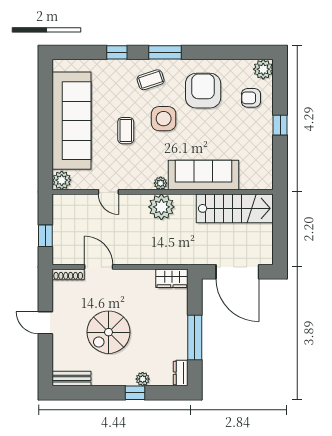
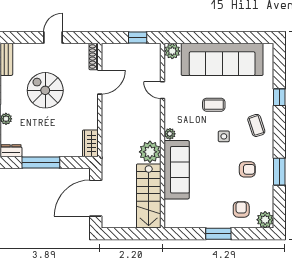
window: (165, 52) -> (279, 172), moved
armchair: (203, 91) -> (247, 169), width x0.53, depth x0.53
side table: (164, 119) -> (224, 136), width x0.54, depth x0.54
window: (280, 125) -> (218, 234), width x1.50
door: (108, 192) -> (163, 90), hinge flipped
plant: (161, 207) -> (150, 152), moved
window: (45, 236) -> (138, 38), moved

